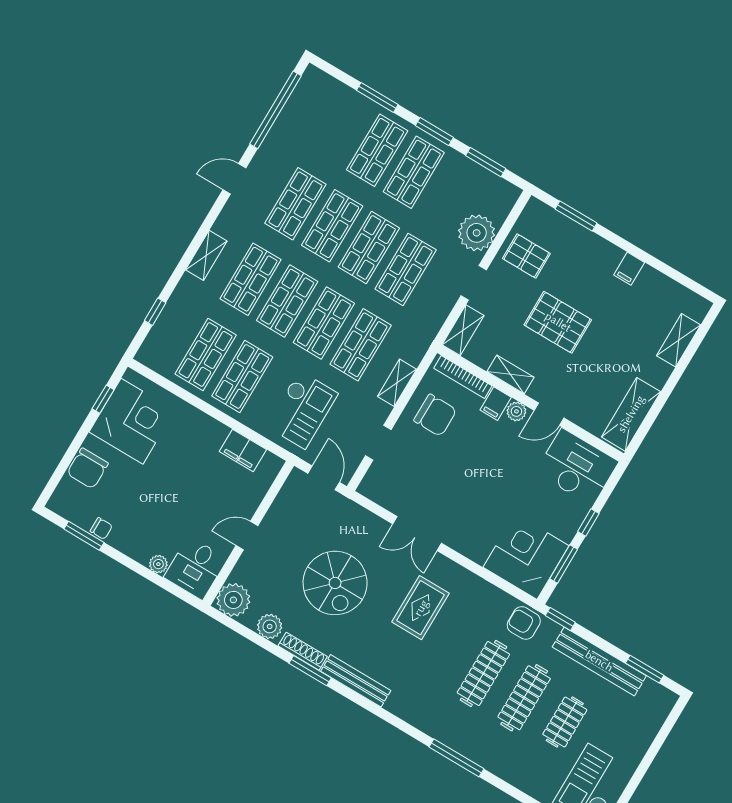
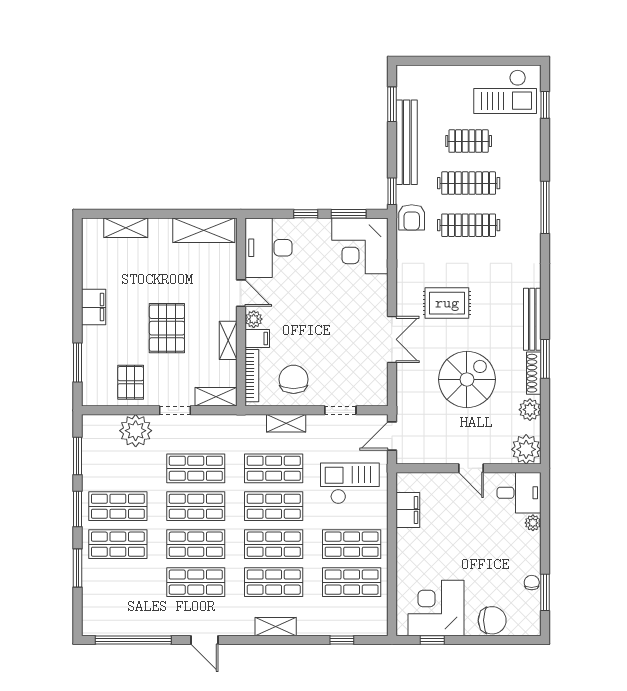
filing cabinet: (629, 269) -> (94, 307), width x2.00

